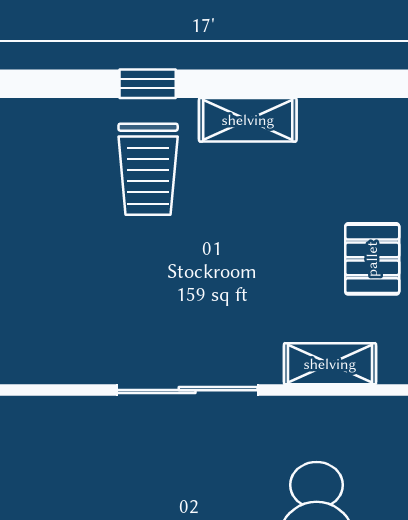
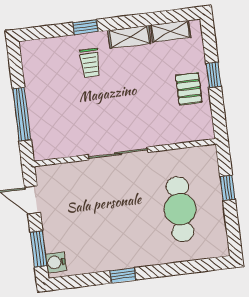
trolley: (148, 169) -> (90, 63), width x0.73, depth x0.72
shelving: (330, 364) -> (170, 31), moved

